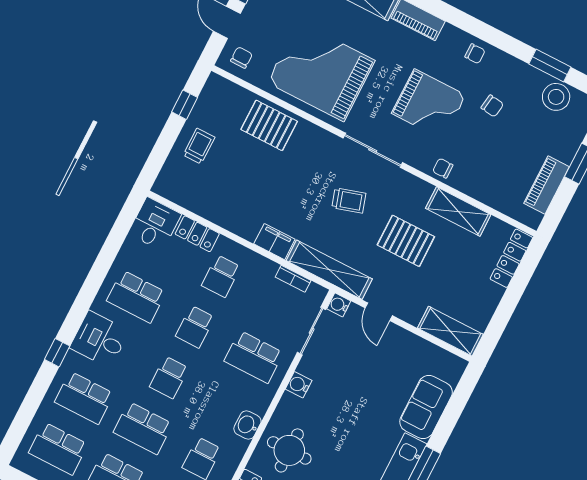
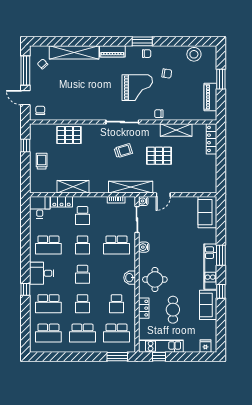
window: (550, 66) -> (142, 41), moved
grand piano: (321, 71) -> (80, 98), removed
filing cabinet: (274, 242) -> (99, 187), removed
door: (379, 312) -> (163, 195), hinge flipped
shelving: (450, 331) -> (73, 187), moved
sofa: (426, 407) -> (207, 212), moved
school desk: (143, 428) -> (82, 304), width x0.54

